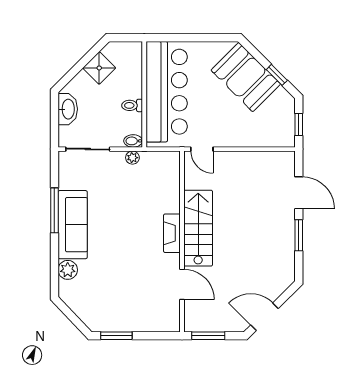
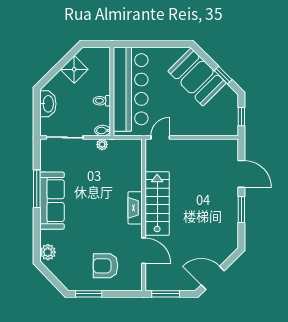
door: (202, 149) -> (160, 137), swing flipped
plant: (68, 270) -> (48, 252), moved
armchair: (137, 302) -> (106, 266), added

